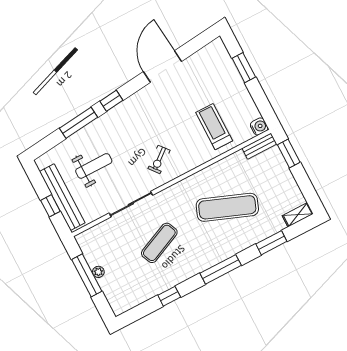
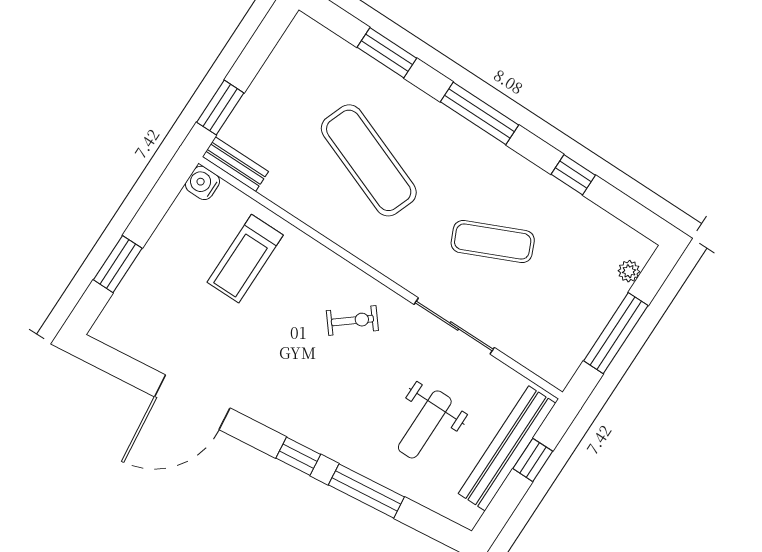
weight bench: (94, 166) -> (425, 424), turned -90
shelving: (298, 215) -> (315, 35), removed
plant: (98, 272) -> (629, 271), moved

